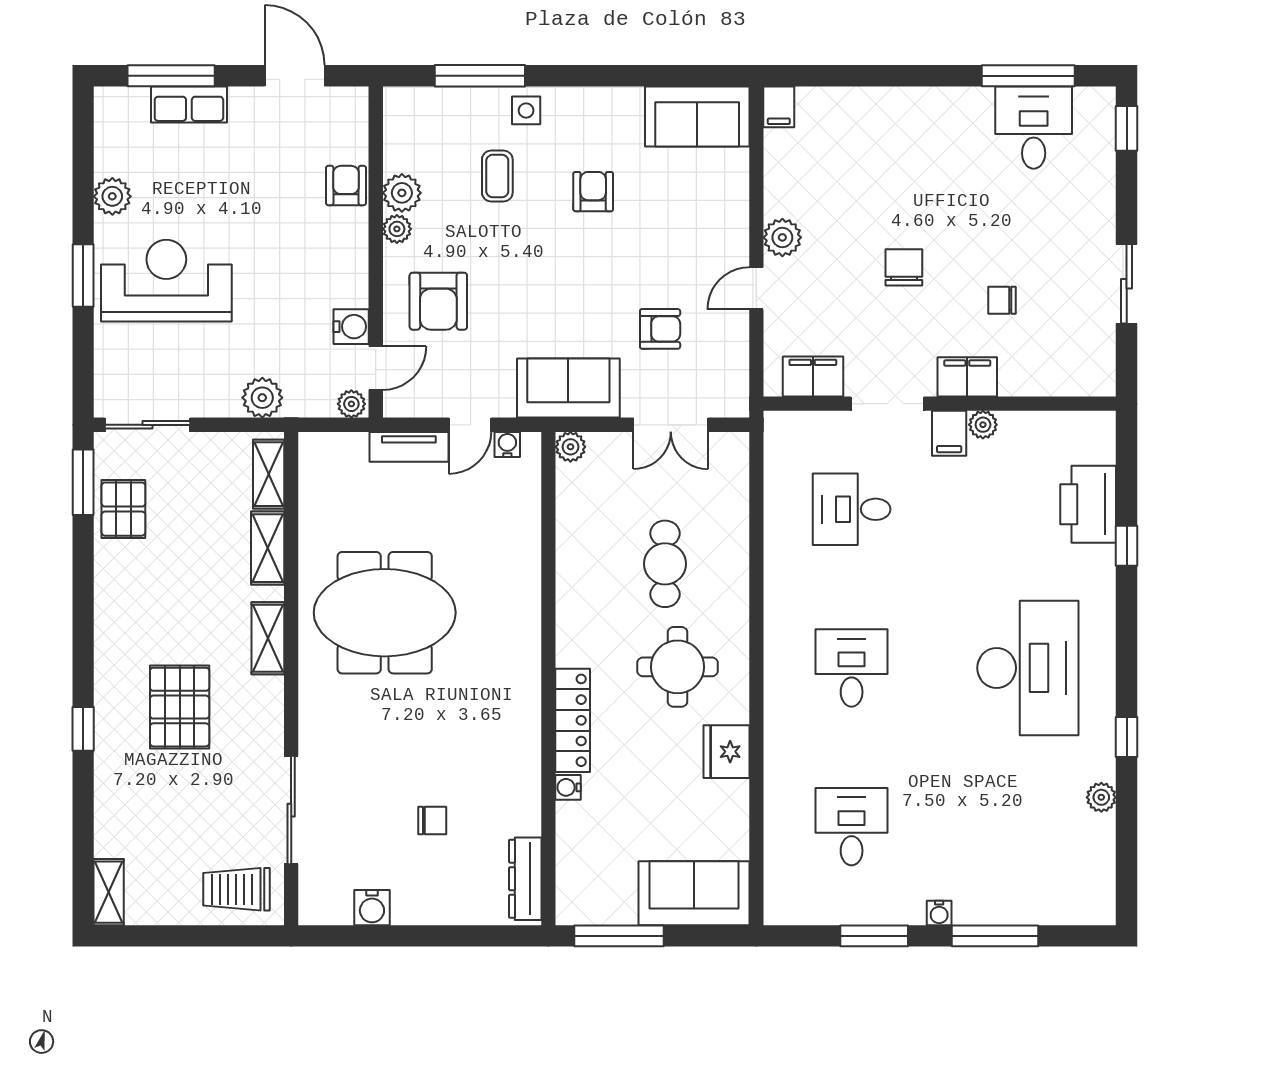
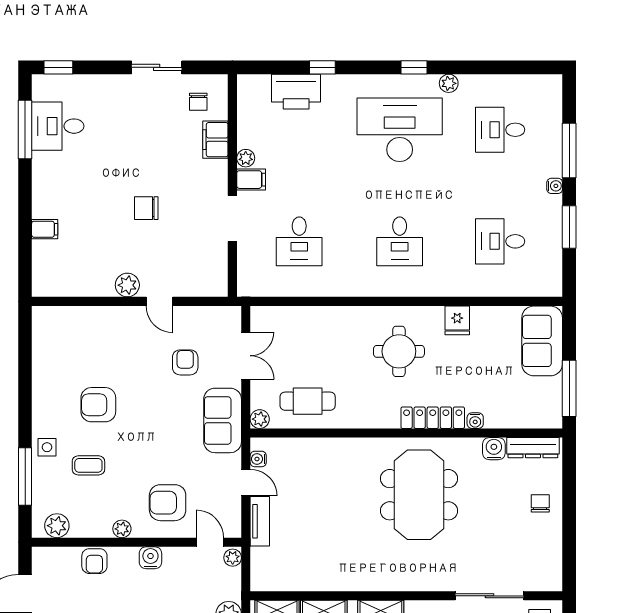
filing cabinet: (779, 107) -> (45, 229), moved
sofa: (697, 117) -> (51, 339), removed
armchair: (346, 185) -> (94, 561), turned -90
armchair: (593, 192) -> (98, 405), width x1.38, depth x1.38
plant: (402, 193) -> (57, 526), moved
chair: (1002, 300) -> (198, 102), moved
armchair: (438, 301) -> (168, 503), turned 180
water cooler: (351, 327) -> (150, 558), moved
filing cabinet: (813, 376) -> (215, 266), removed
filing cabinet: (967, 377) -> (215, 140), moved
cafe table: (665, 564) -> (308, 401), moved
meeting table: (385, 613) -> (419, 495), moved
desk: (852, 668) -> (400, 241), turned -90
window: (1127, 737) -> (414, 67), moved
fridge: (727, 752) -> (457, 320), width x0.72
plant: (1101, 797) -> (449, 83), moved
chair: (432, 821) -> (540, 503), moved
desk: (1028, 827) -> (500, 130), added
water cooler: (372, 908) -> (494, 449), moved, turned -90

